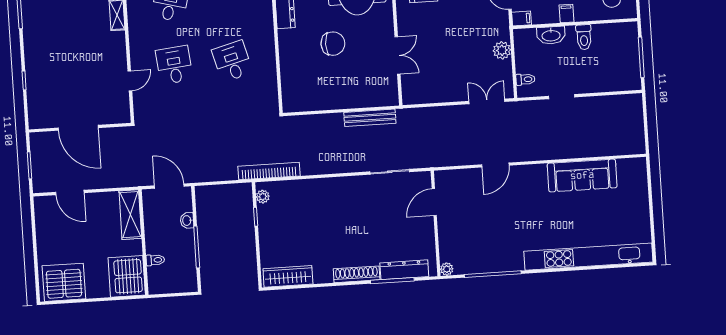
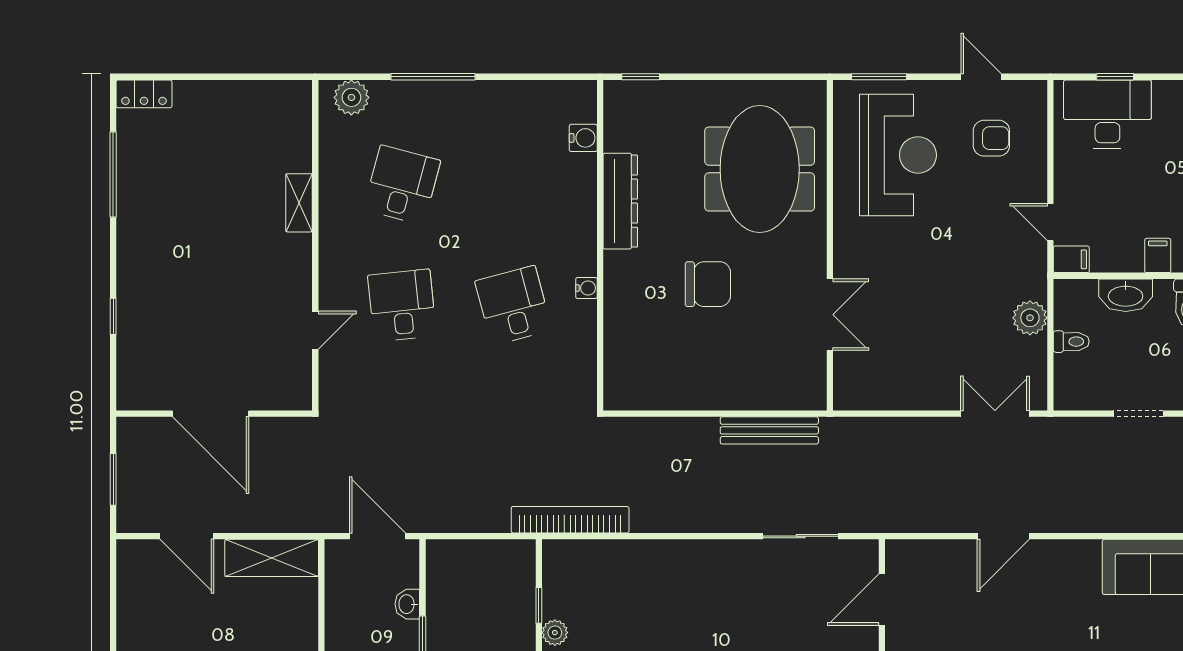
water cooler: (270, 50) -> (586, 288), added
toilet: (525, 79) -> (1071, 342), moved
plant: (263, 197) -> (555, 633), moved
shelving: (130, 215) -> (272, 558), moved, turned 90

